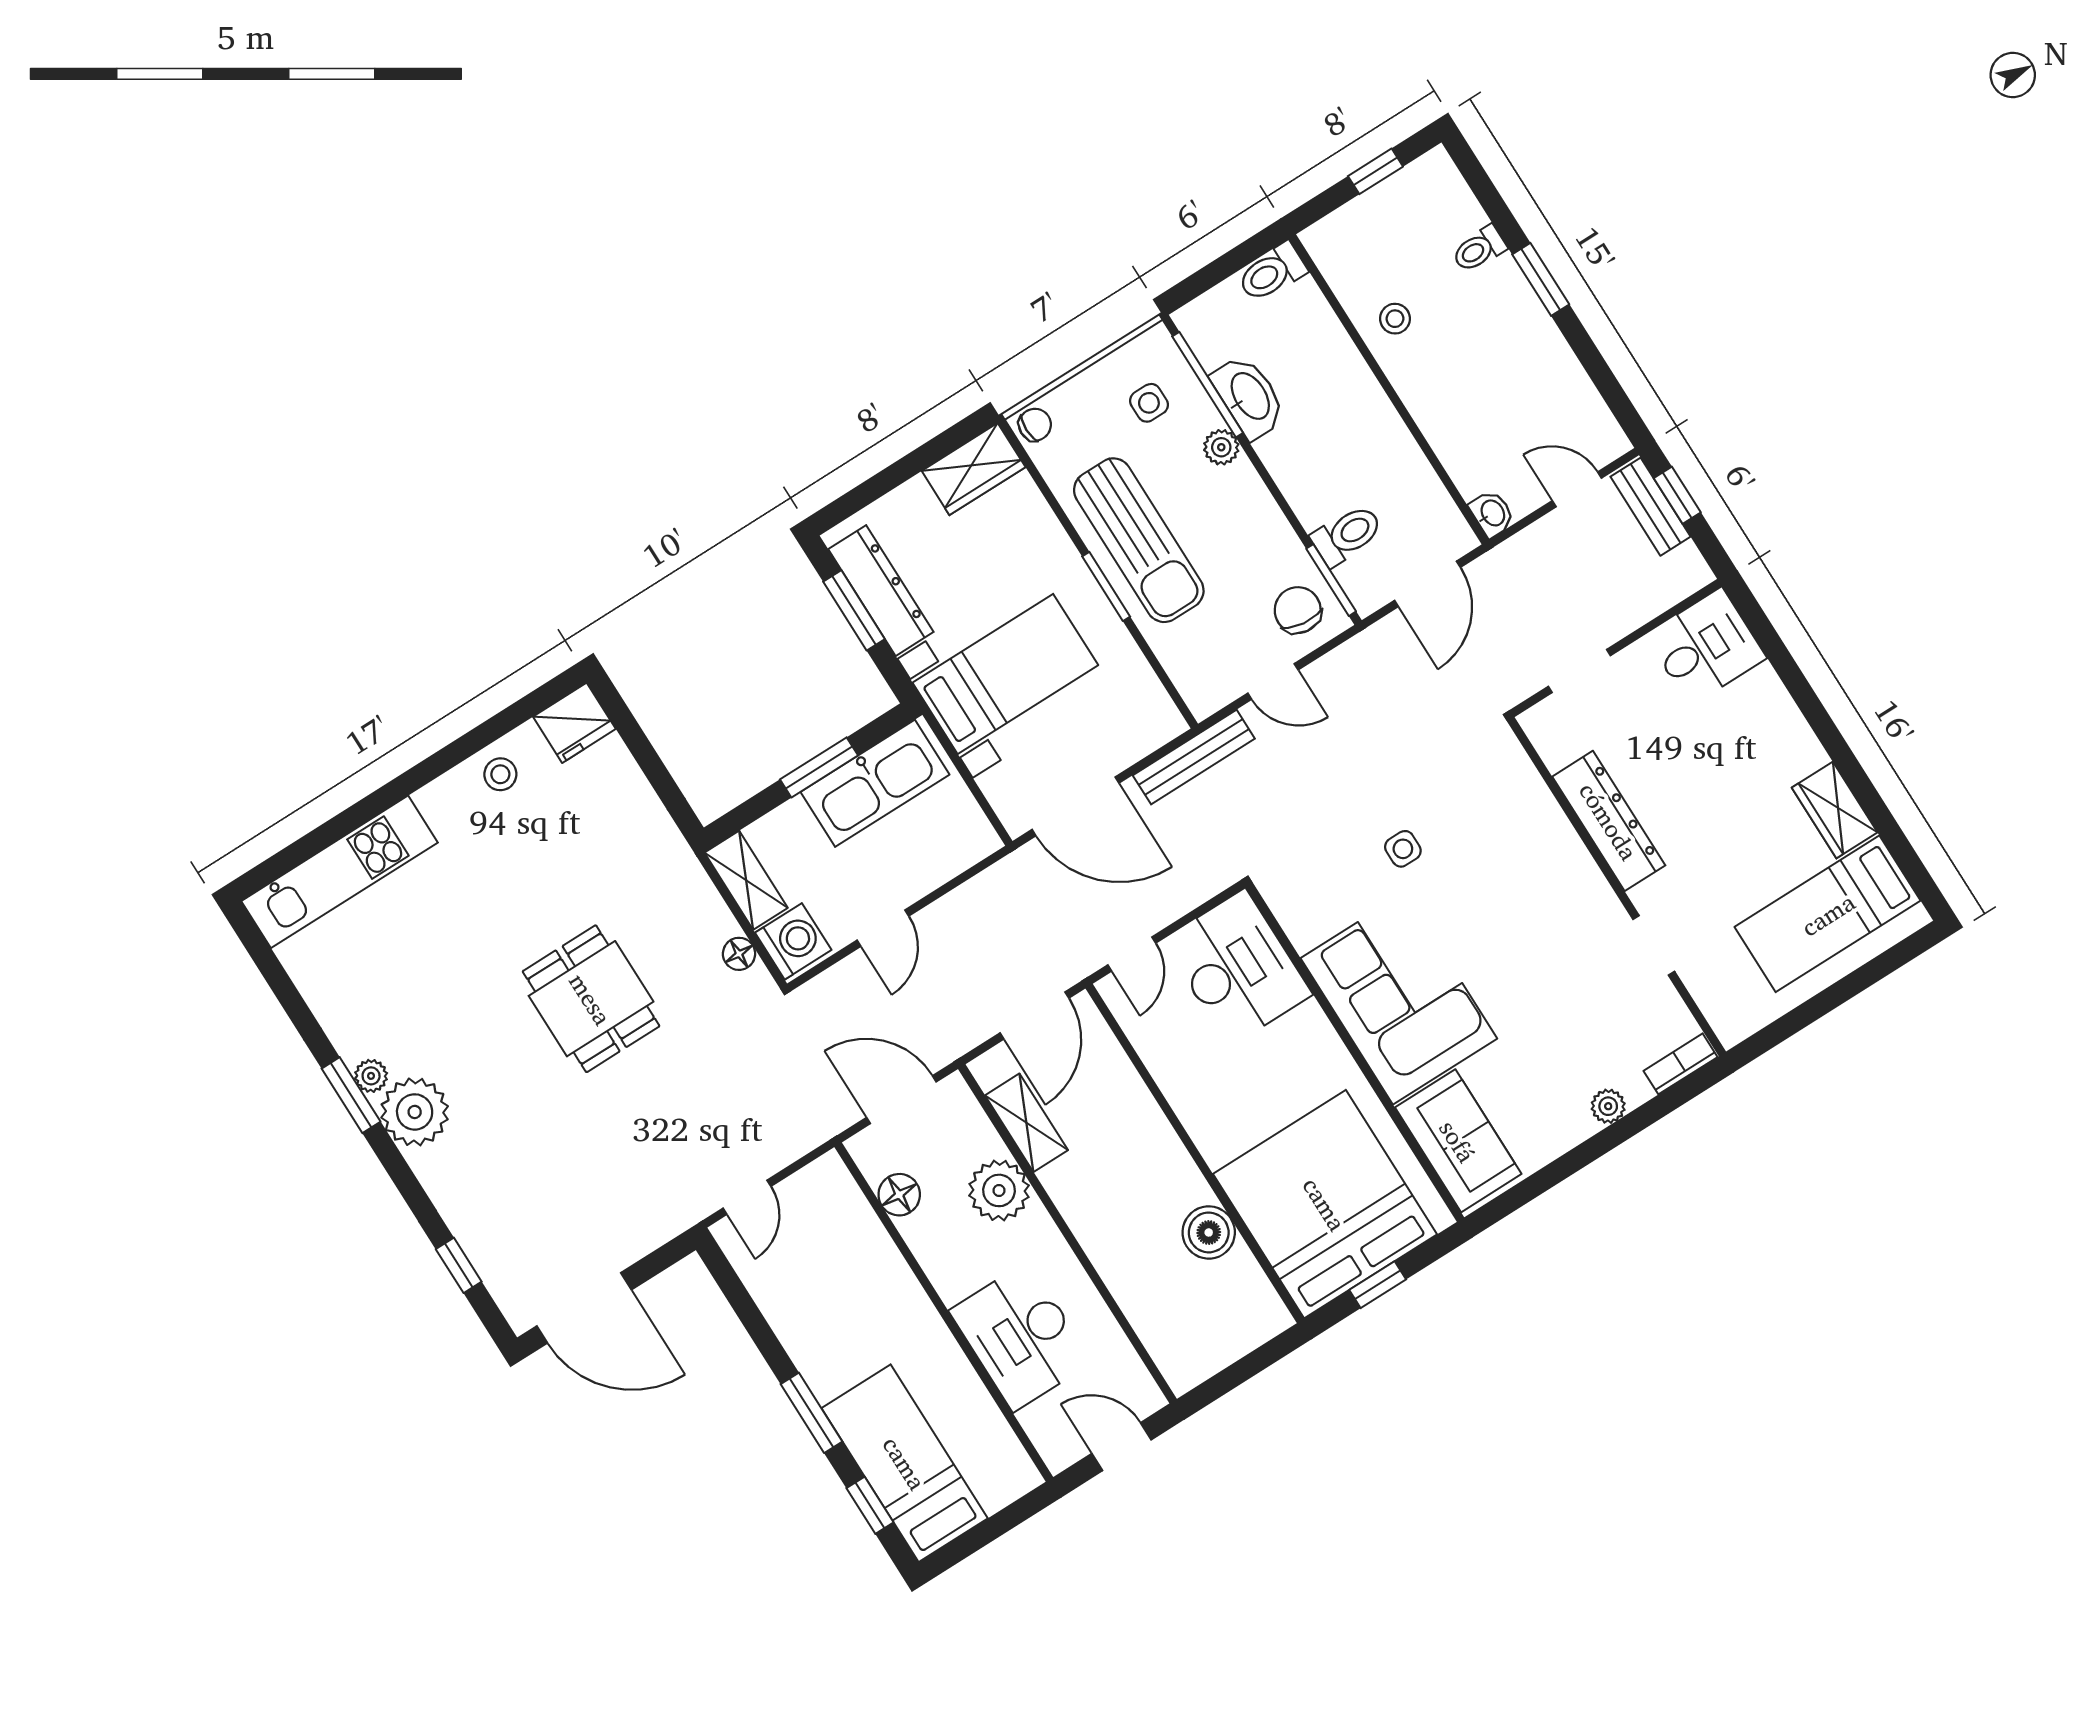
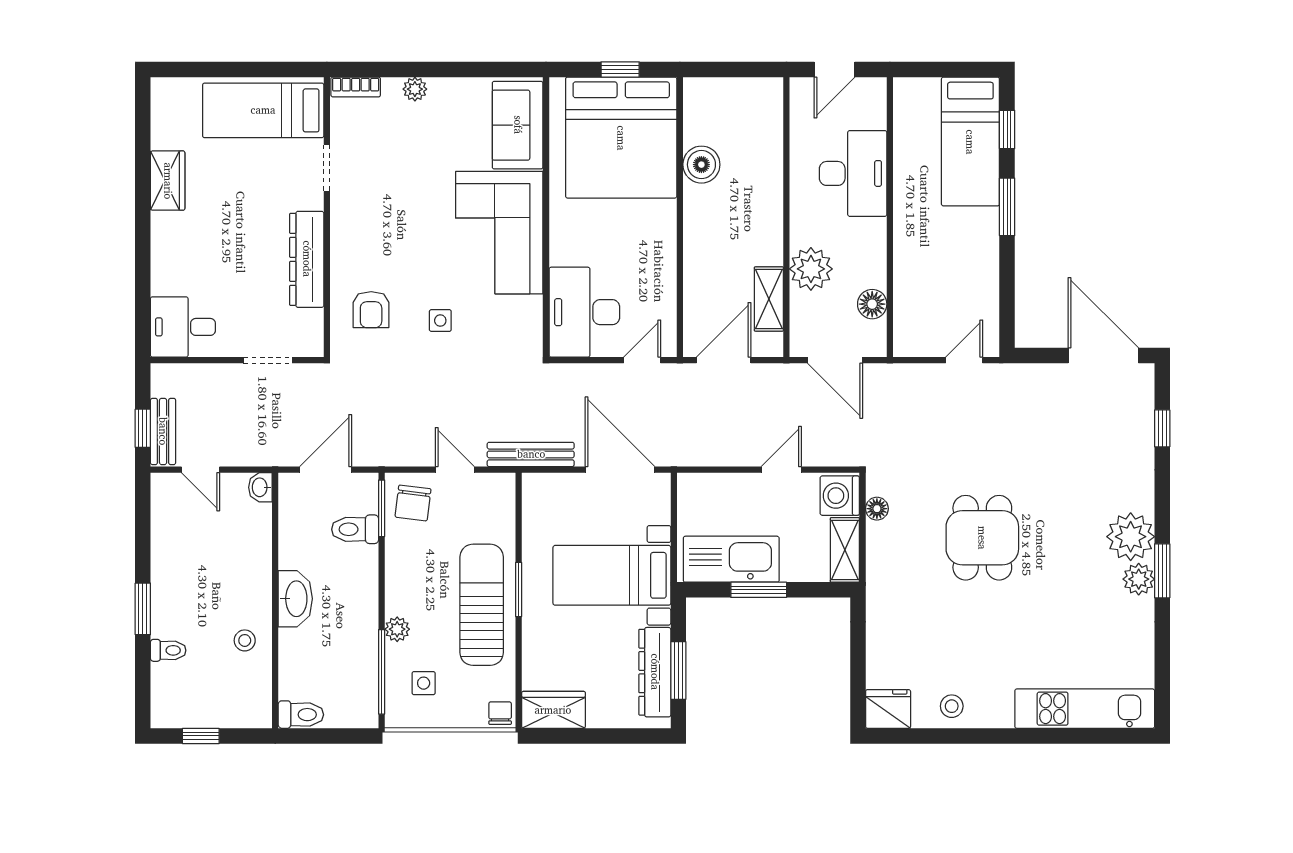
washbasin: (1249, 397) -> (295, 599), moved, turned 180
chair: (1035, 425) -> (500, 713), turned 90
armchair: (1494, 809) -> (371, 310), added
bed: (1828, 914) -> (263, 110), moved, turned 180
plant: (371, 1076) -> (1139, 579), width x1.38, depth x1.38
door: (1122, 1447) -> (834, 69), hinge flipped

